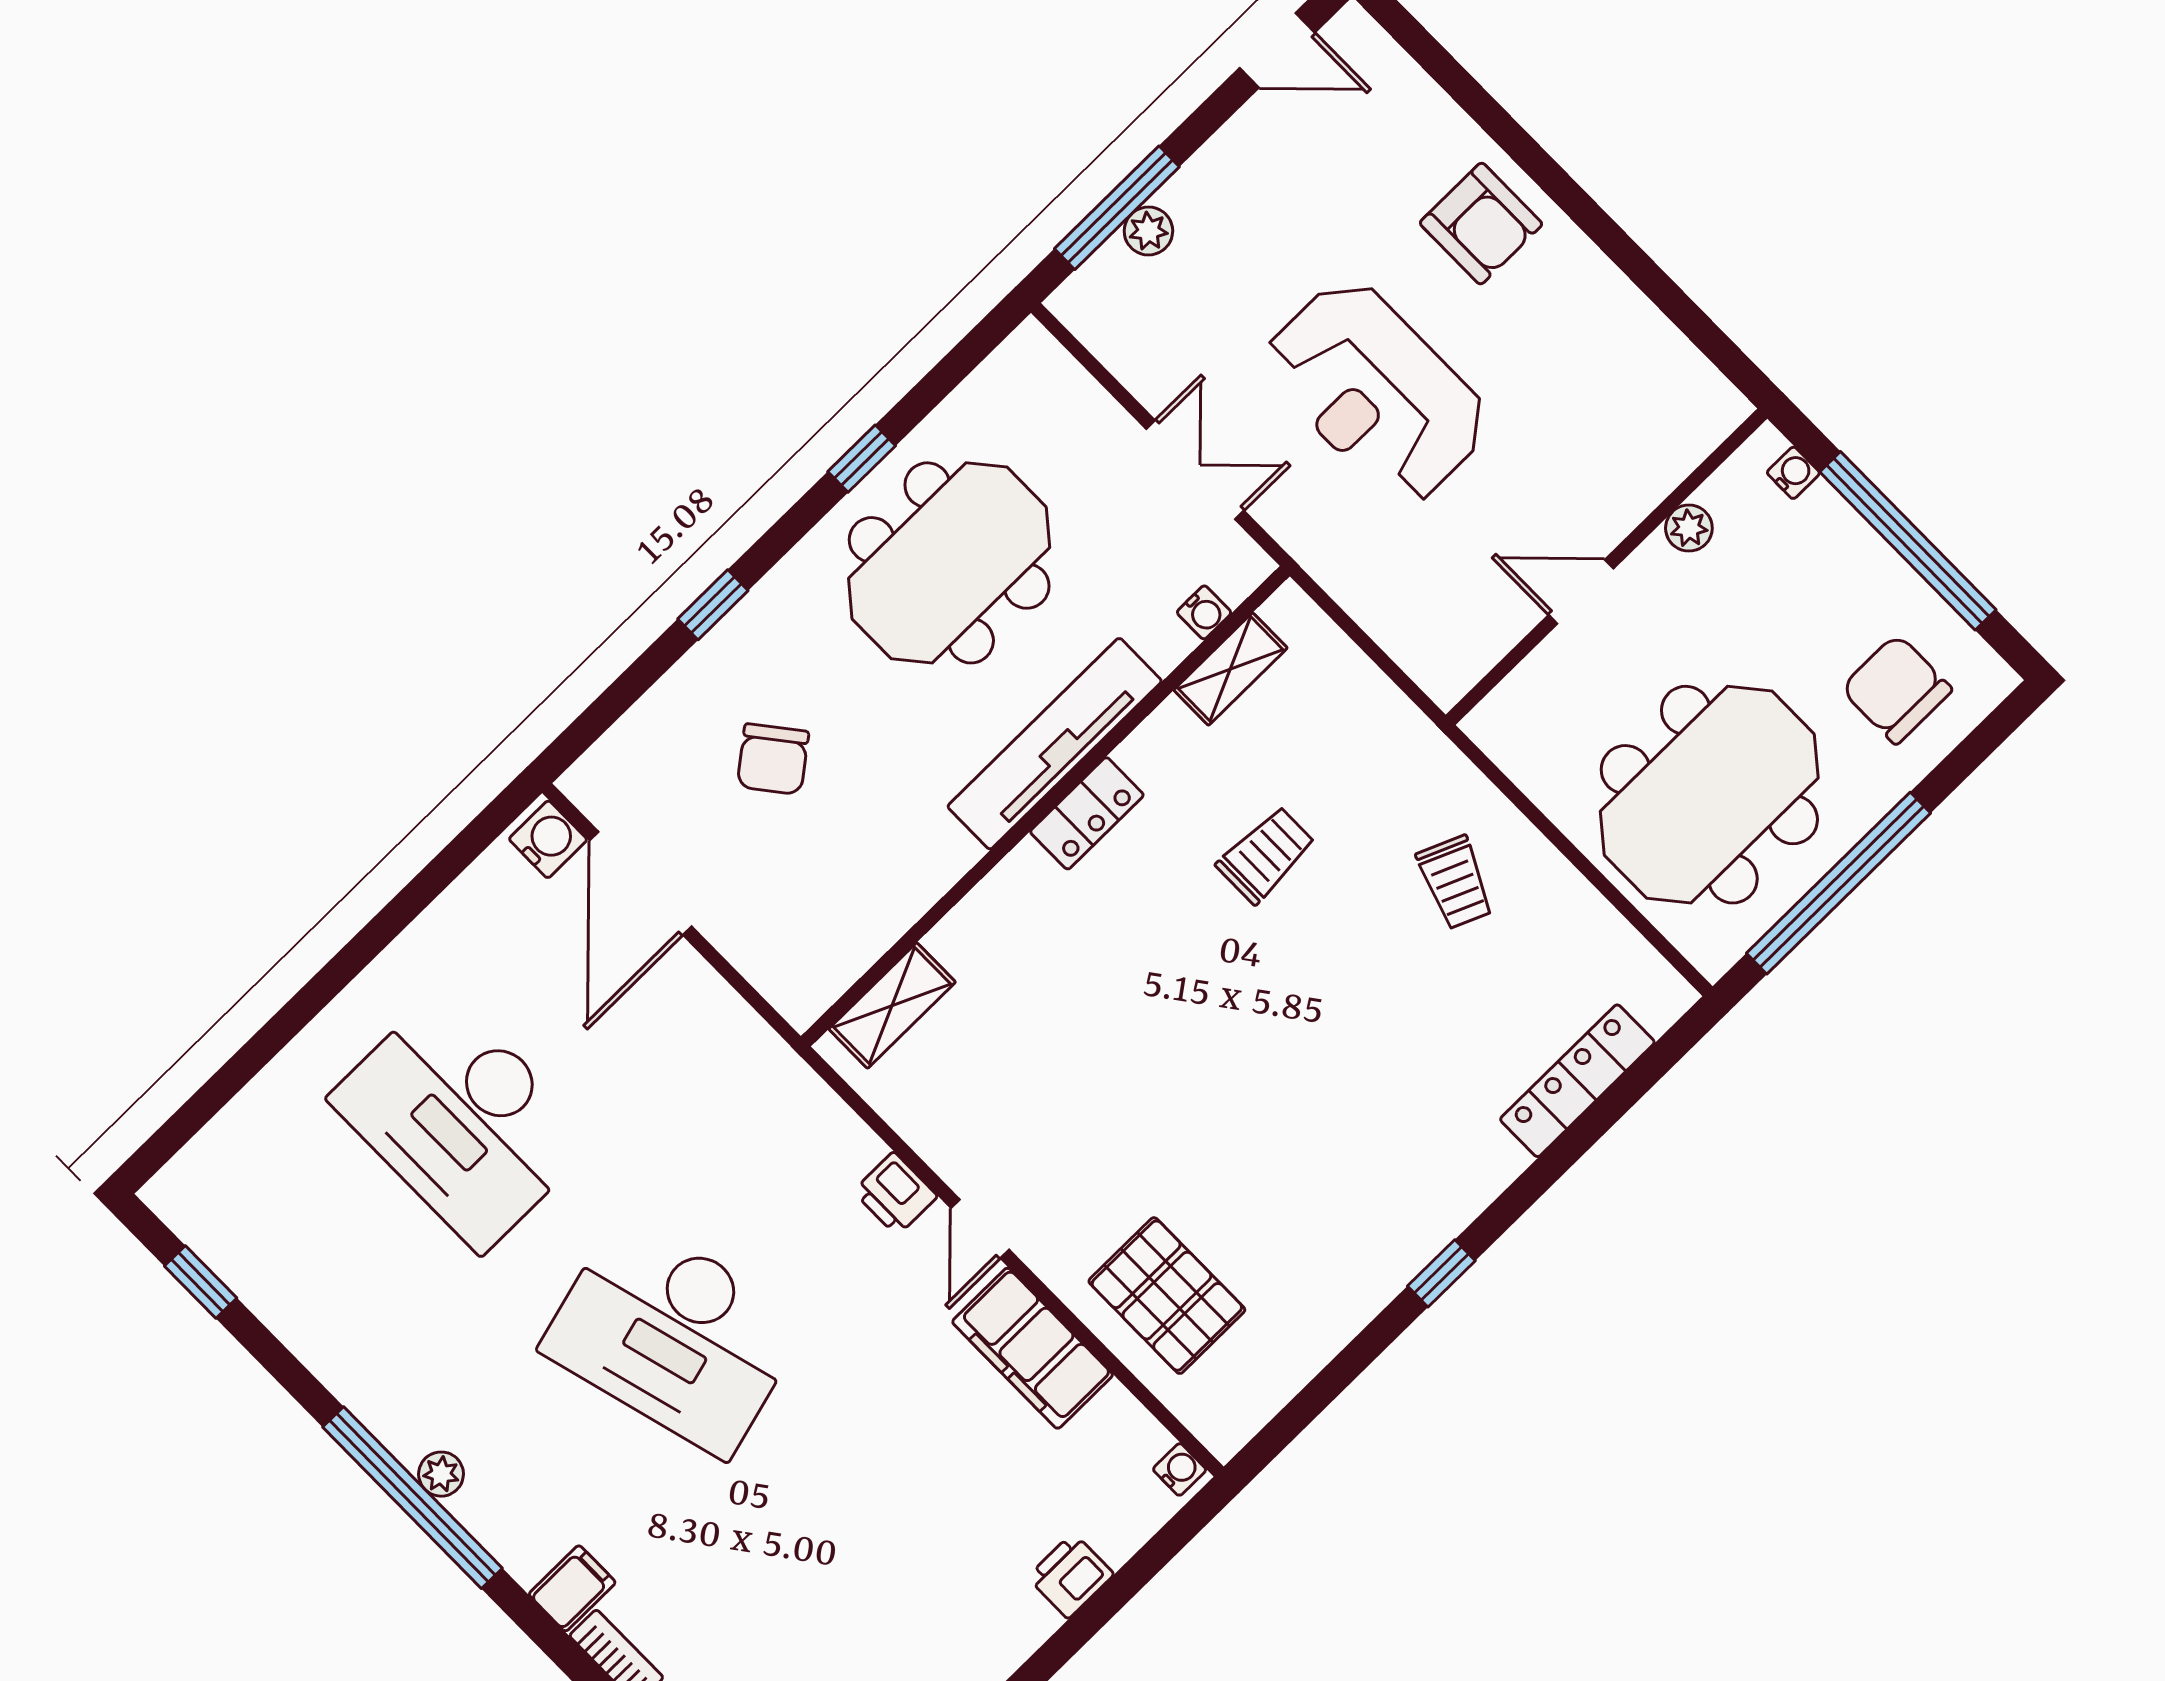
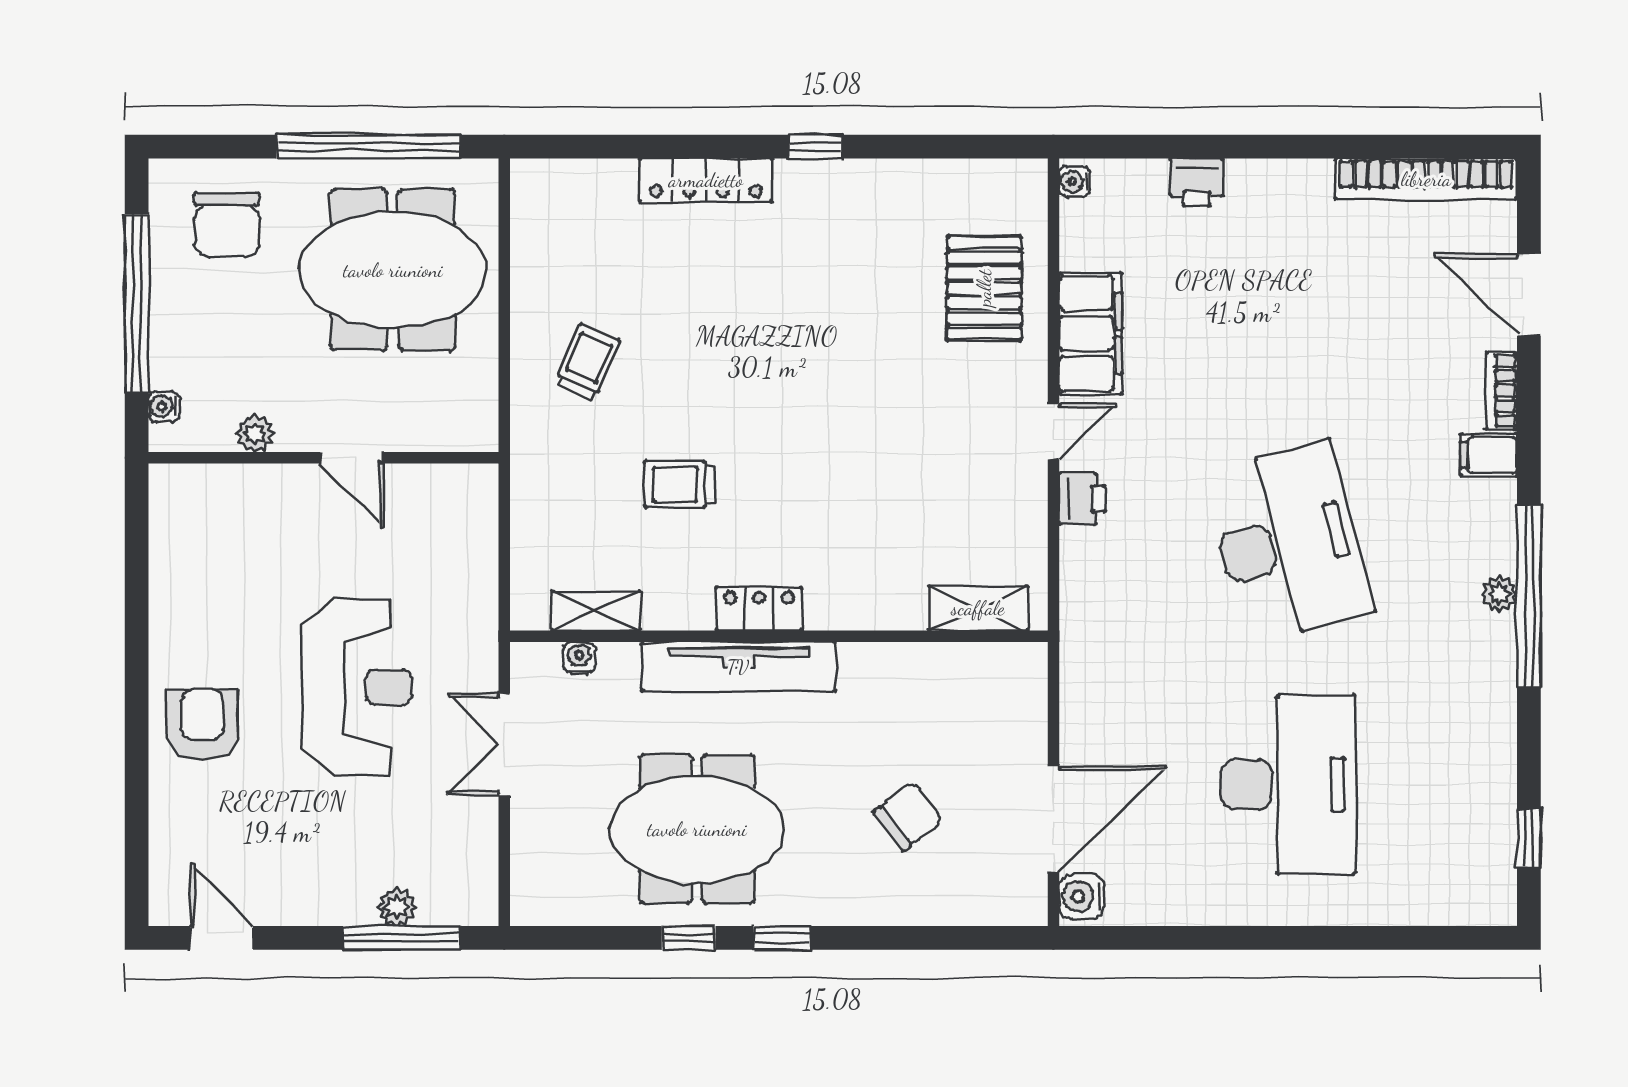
window: (713, 605) -> (782, 938), moved
locker: (1577, 1081) -> (706, 180), moved

